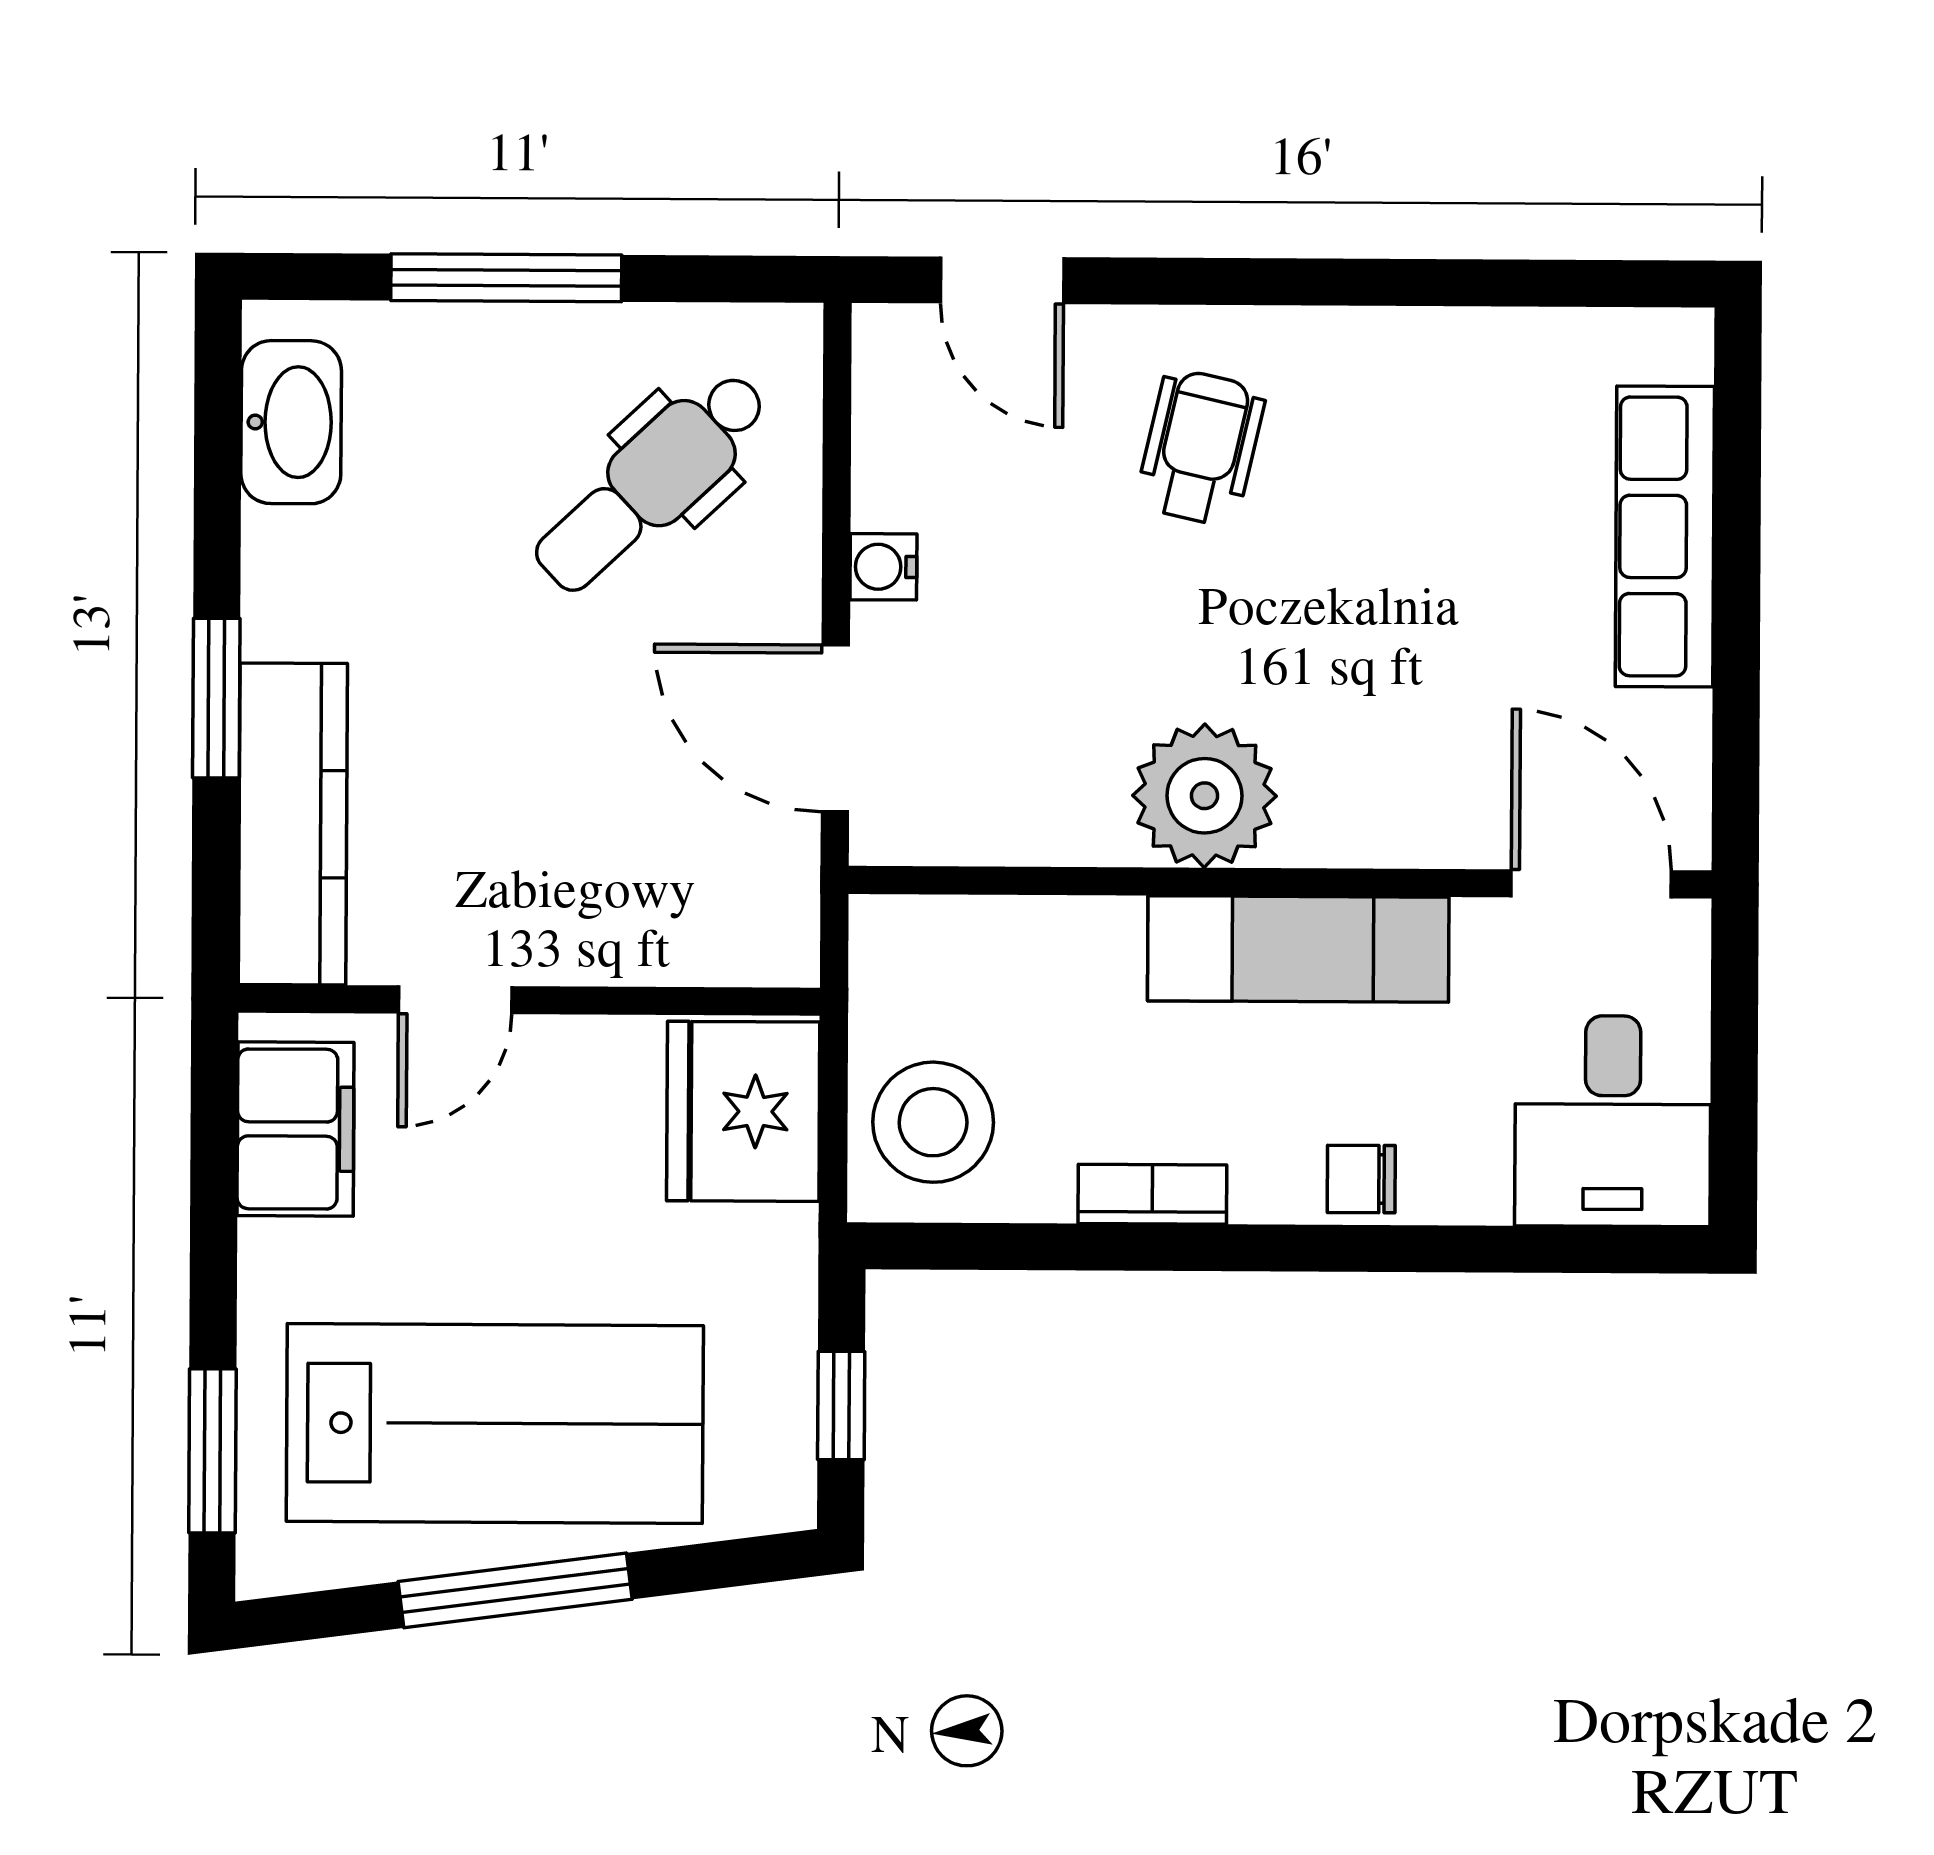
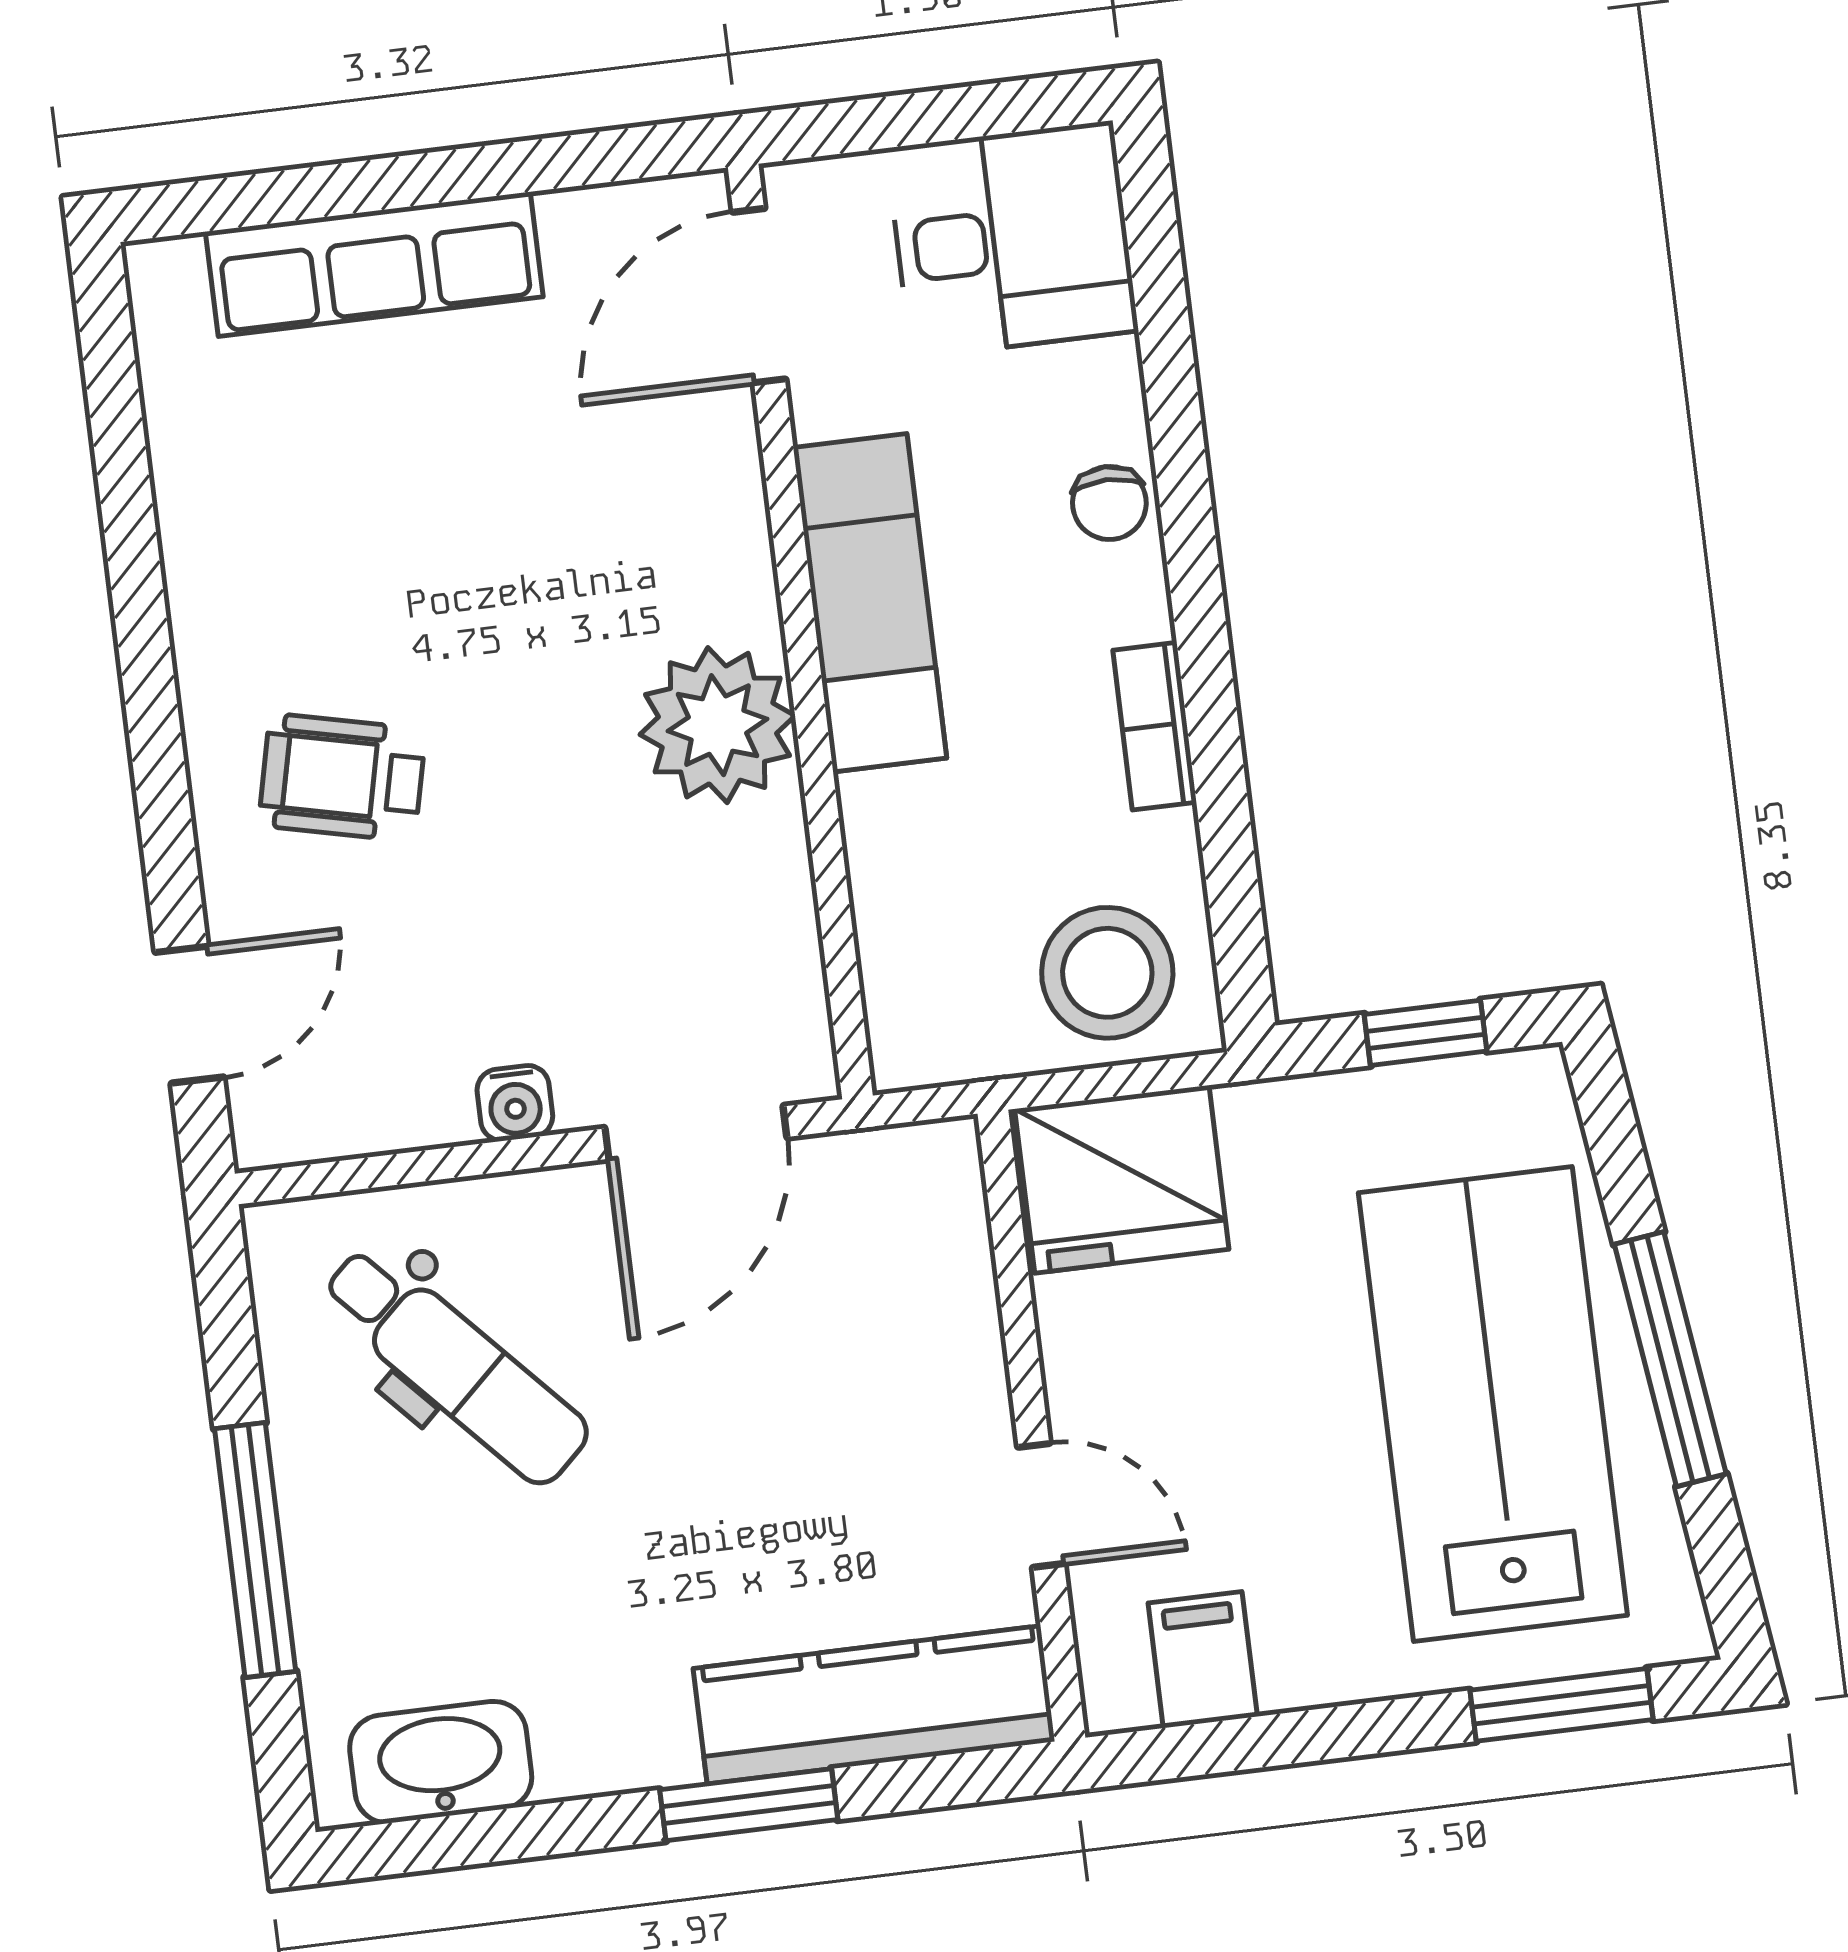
filing cabinet: (296, 1129) -> (1203, 1660), width x0.50

